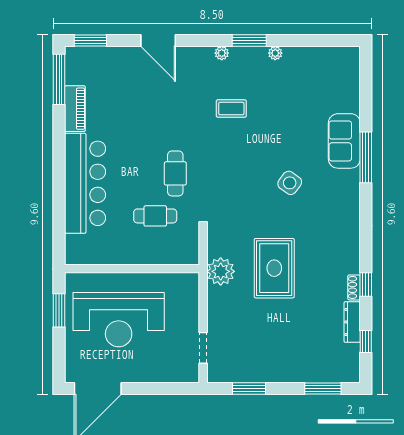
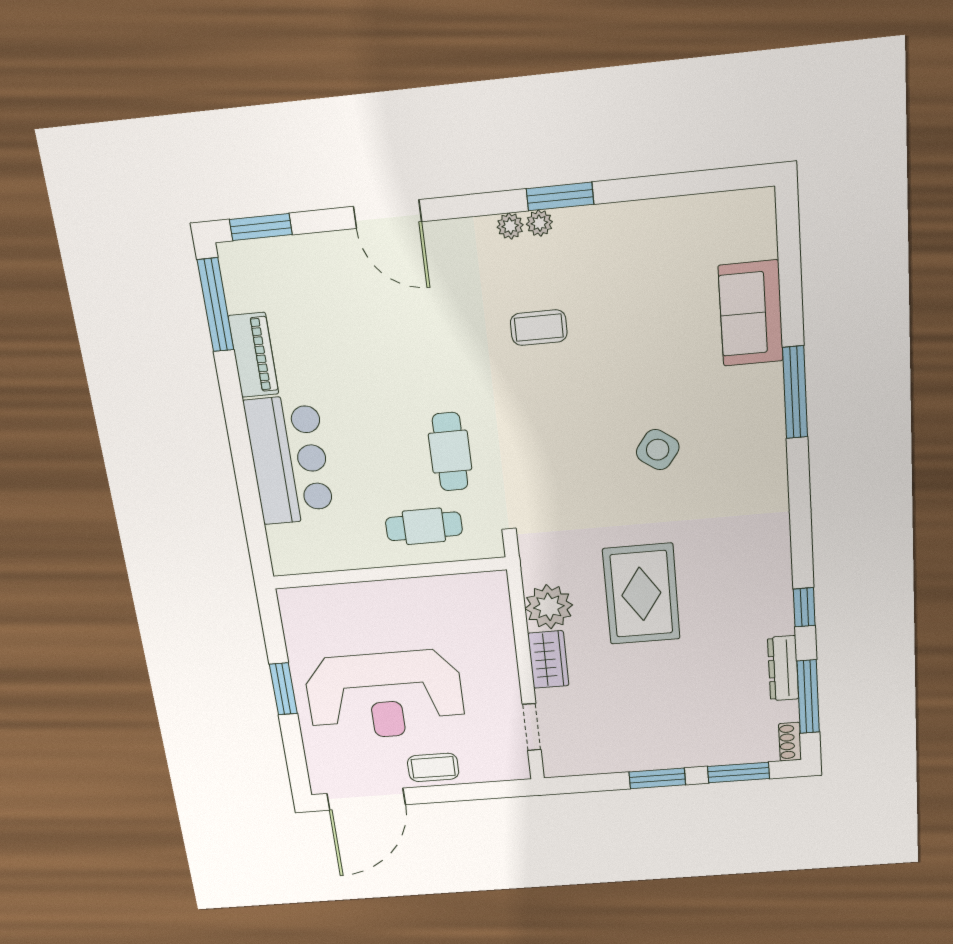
plant: (275, 53) -> (539, 223), moved
sofa: (344, 141) -> (751, 313), moved
bar counter: (85, 183) -> (289, 460), width x0.73
wall: (132, 269) -> (390, 573), moved
shoe rack: (354, 287) -> (790, 742), moved
wardrobe: (217, 305) -> (548, 660), added
window: (366, 342) -> (808, 697), width x2.17
coffee table: (141, 370) -> (433, 767), added
window: (249, 388) -> (657, 778), moved

